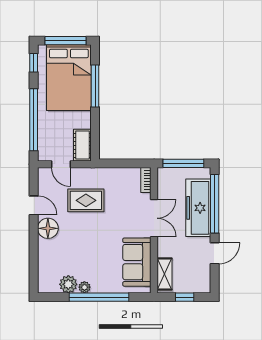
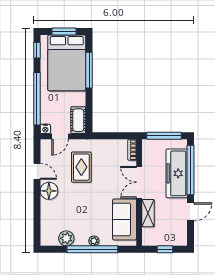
window: (65, 41) -> (64, 31), width x0.69
nightstand: (44, 155) -> (45, 129), added
door: (61, 164) -> (60, 136), hinge flipped
rug: (86, 200) -> (81, 167), turned 90
double door: (154, 218) -> (139, 182), swing flipped
shelving: (164, 274) -> (148, 213), moved
plant: (84, 287) -> (94, 241), moved

